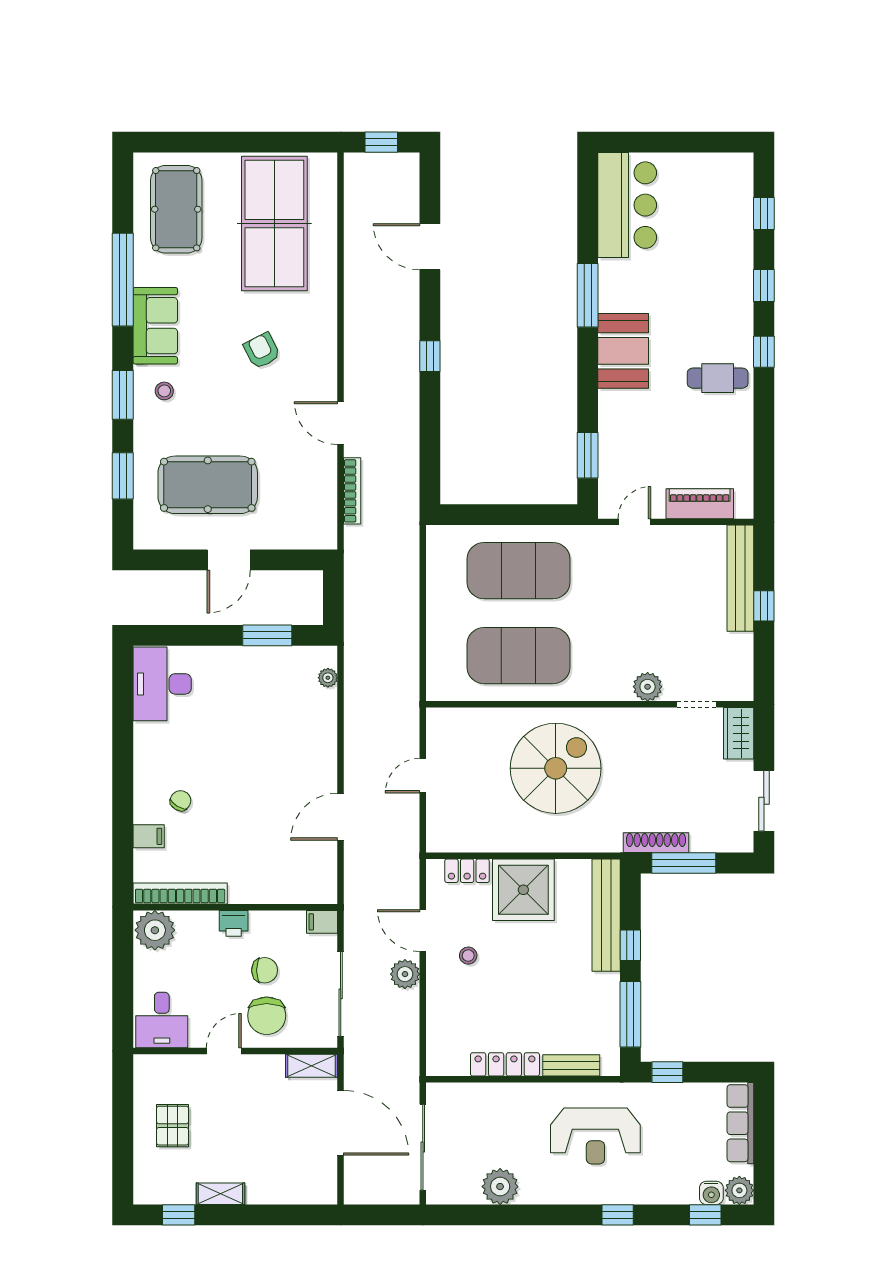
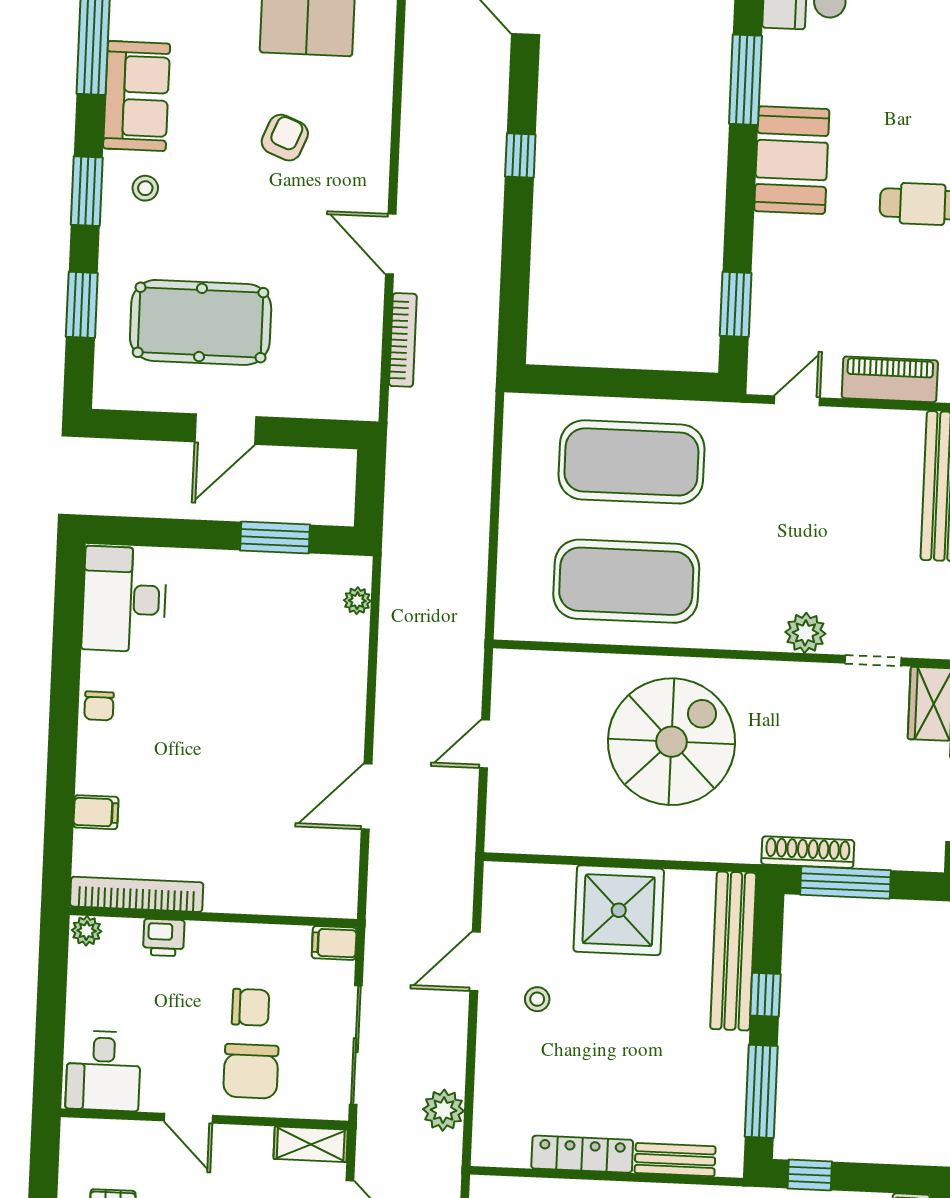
armchair: (262, 351) -> (285, 138), turned 49
chair: (181, 801) -> (99, 706), moved, turned 149
locker: (467, 871) -> (541, 880), removed
printer: (234, 923) -> (164, 937), moved
plant: (155, 930) -> (87, 931), width x0.53, depth x0.53
door: (423, 931) -> (475, 961), hinge flipped
plant: (405, 974) -> (444, 1110), moved
door: (224, 1051) -> (188, 1118), swing flipped

